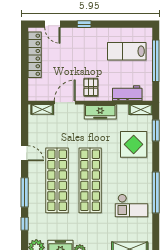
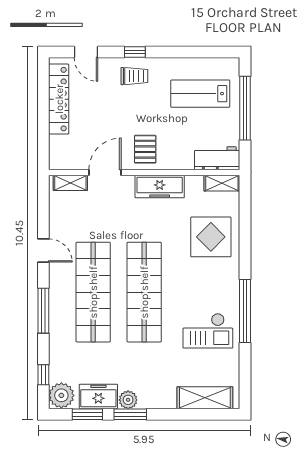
trolley: (84, 40) -> (134, 76), added
workbench: (127, 93) -> (217, 158), moved
window: (156, 131) -> (245, 216), removed
window: (25, 224) -> (43, 375), moved

